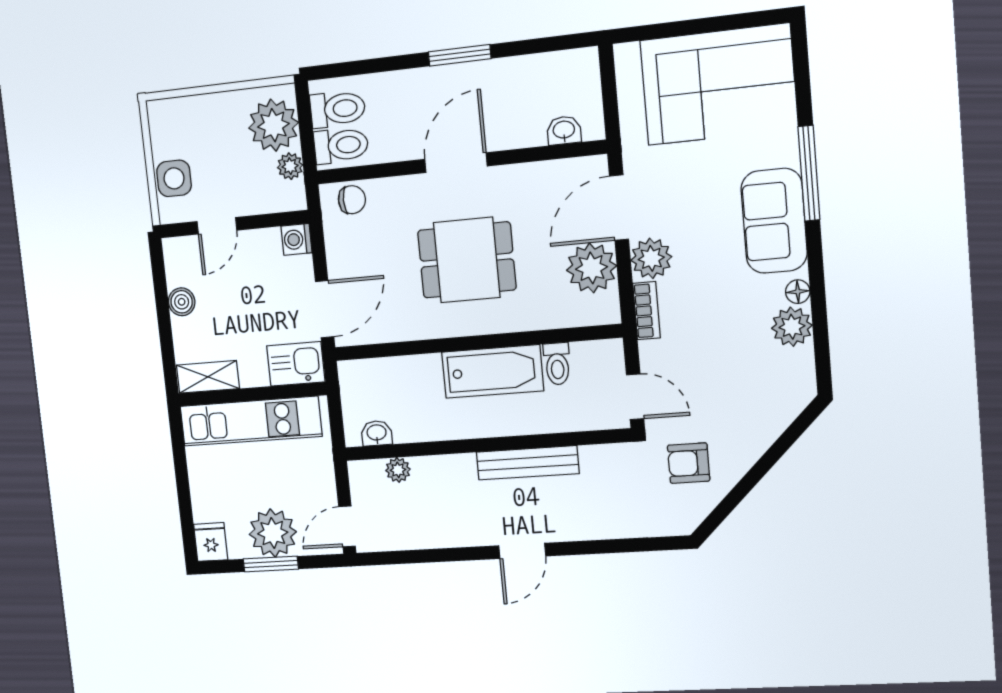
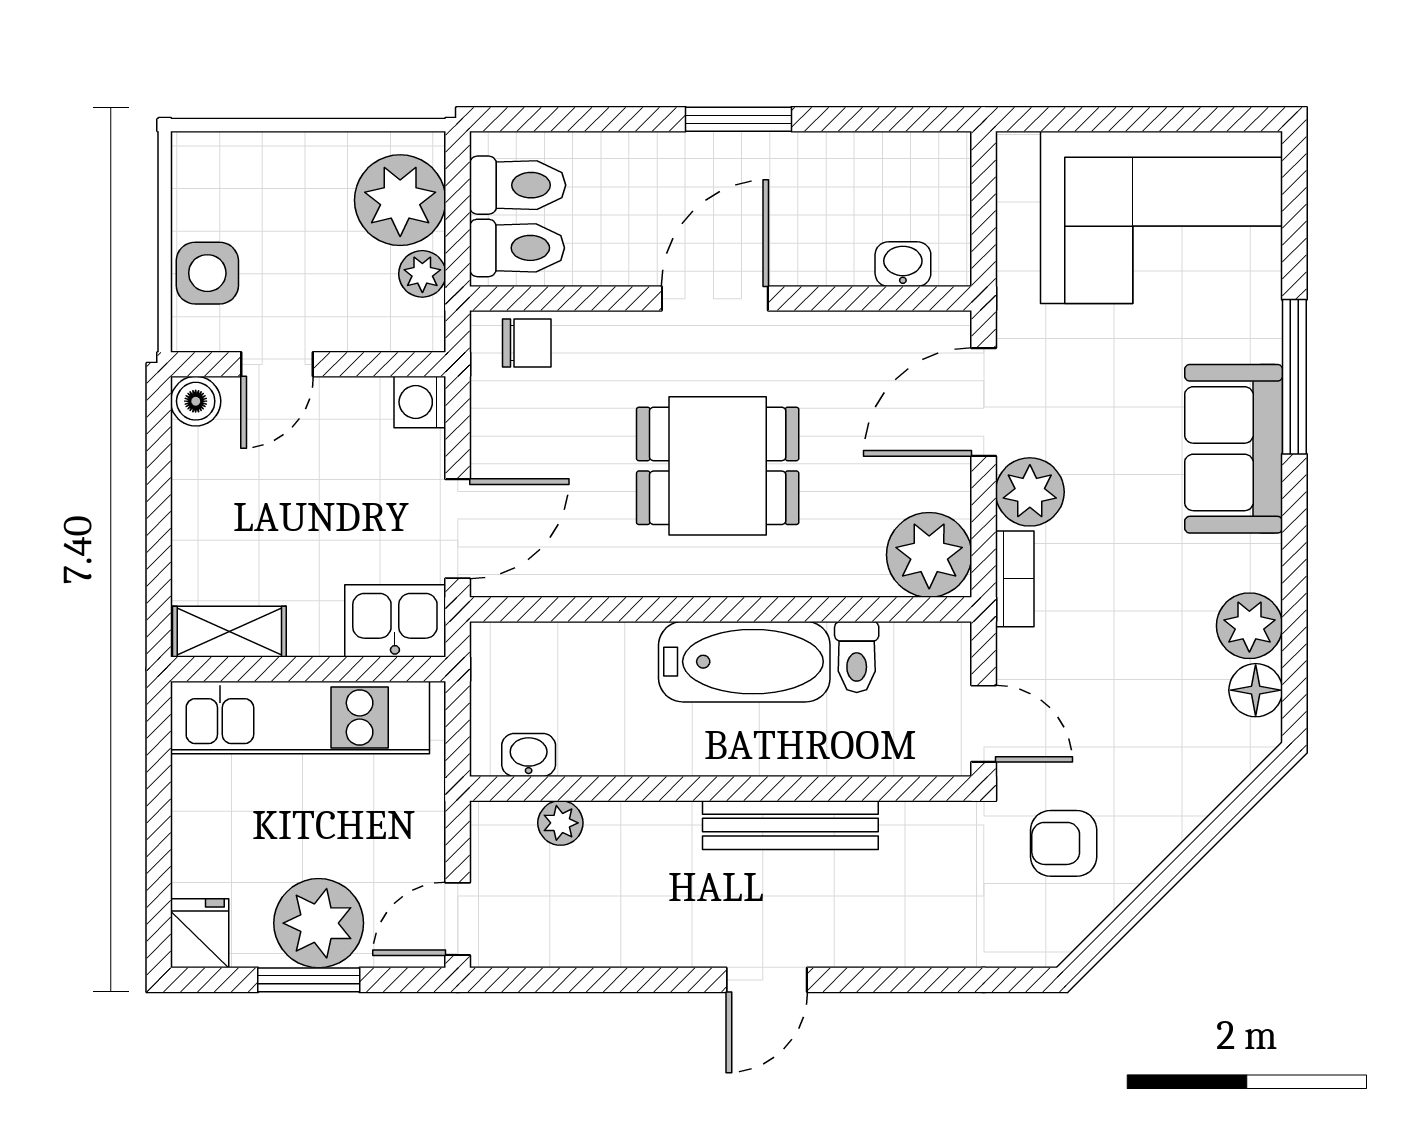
plant: (592, 268) -> (929, 555), moved
floor lamp: (798, 292) -> (1256, 690), moved, width x1.37, depth x1.37
boiler: (182, 302) -> (196, 401), moved

